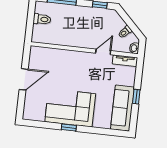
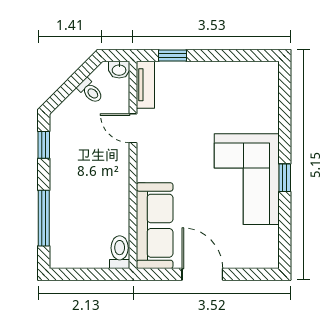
toilet: (42, 19) -> (120, 252), moved
window: (136, 97) -> (172, 56), moved
sofa: (122, 108) -> (155, 226), moved, turned -90

